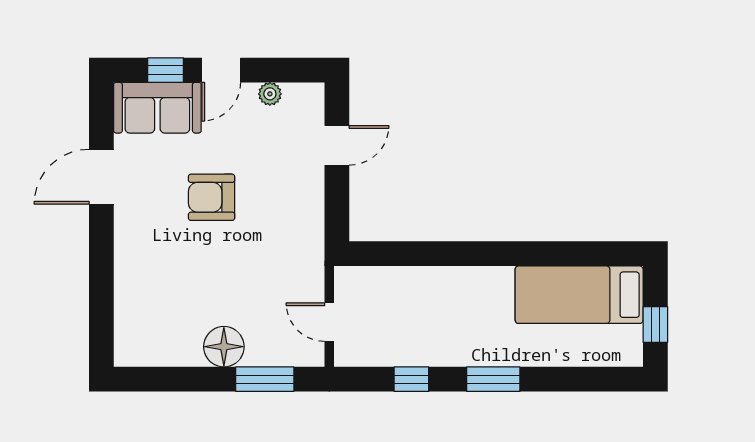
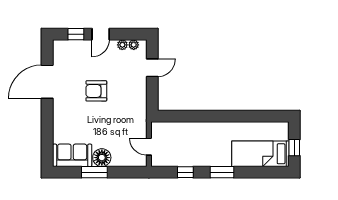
plant: (295, 94) -> (134, 45), added
sofa: (157, 108) -> (72, 155), moved, turned 180
door: (101, 177) -> (47, 82), width x1.36
bed: (579, 295) -> (260, 154), moved
window: (265, 379) -> (94, 172), moved

